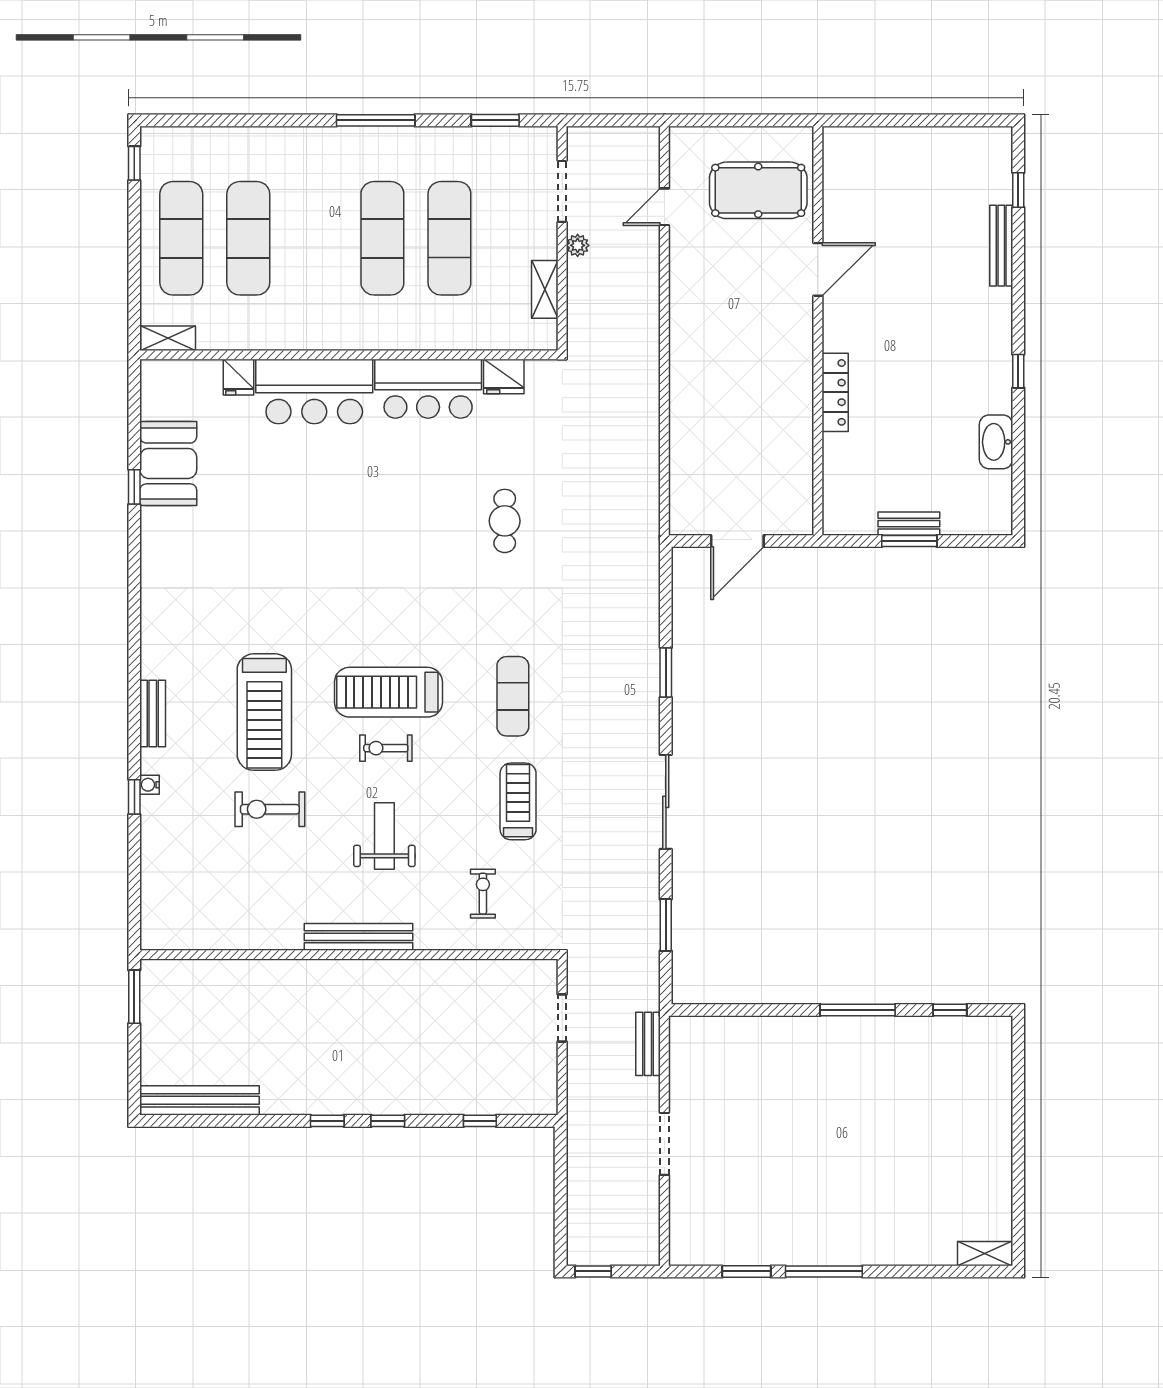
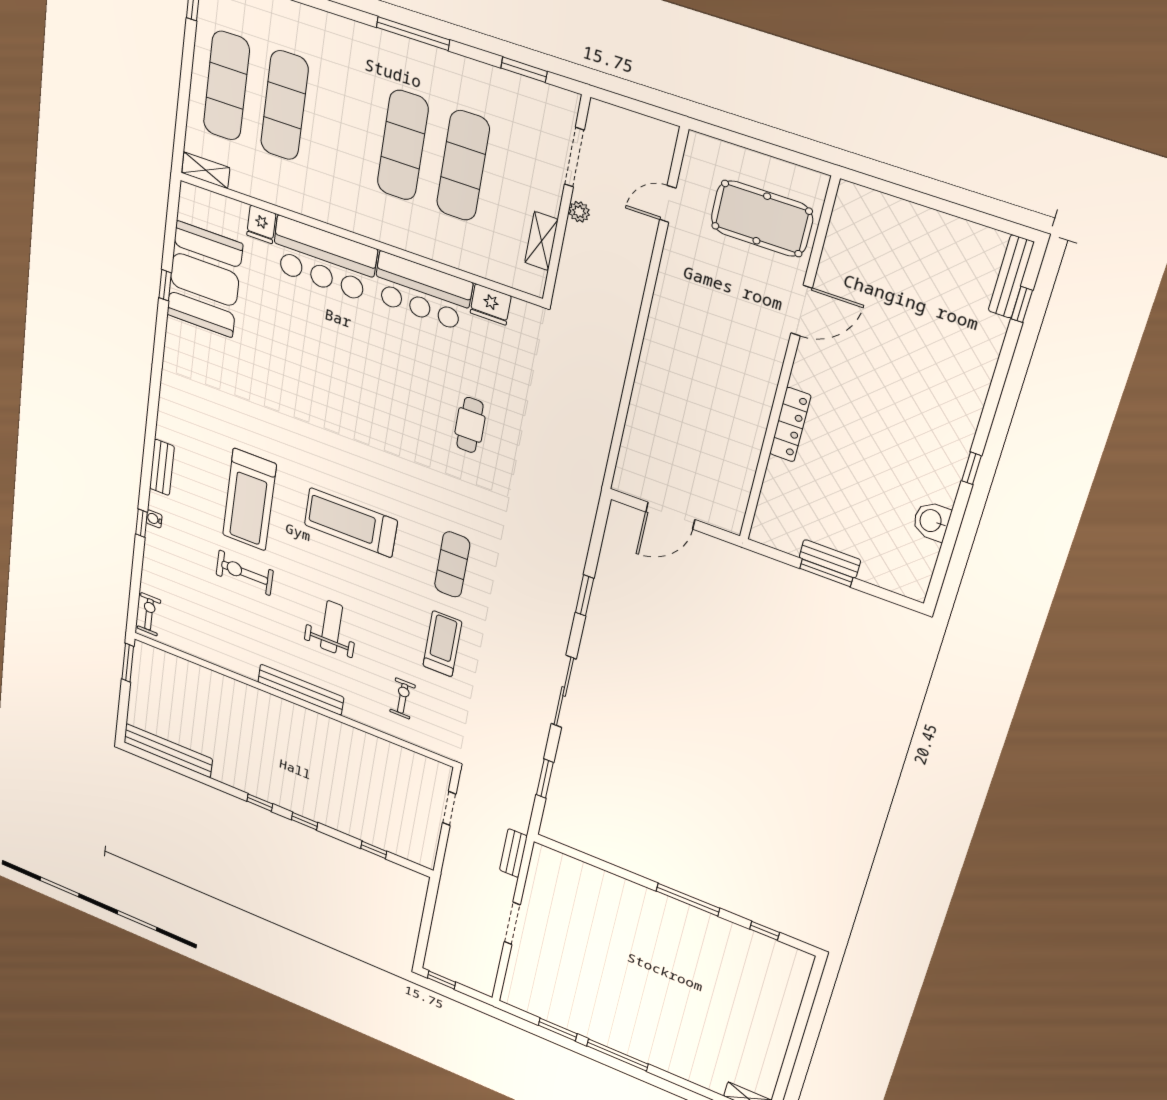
bench: (1001, 246) -> (1011, 277), moved
washbasin: (996, 442) -> (932, 521), width x0.72
booth: (168, 463) -> (205, 279), width x1.36, depth x1.42
exercise bike: (386, 748) -> (149, 614), moved, turned 90

